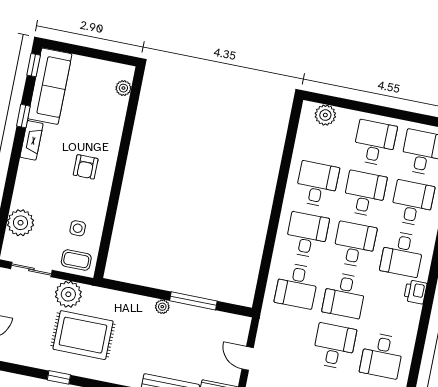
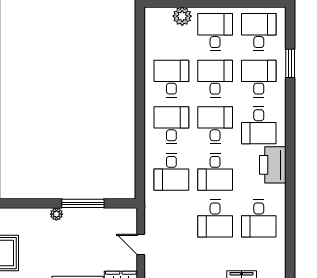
plant: (325, 115) -> (182, 16), moved
printer: (415, 292) -> (273, 165), width x1.87, depth x1.48
desk: (334, 346) -> (215, 218), turned 180

